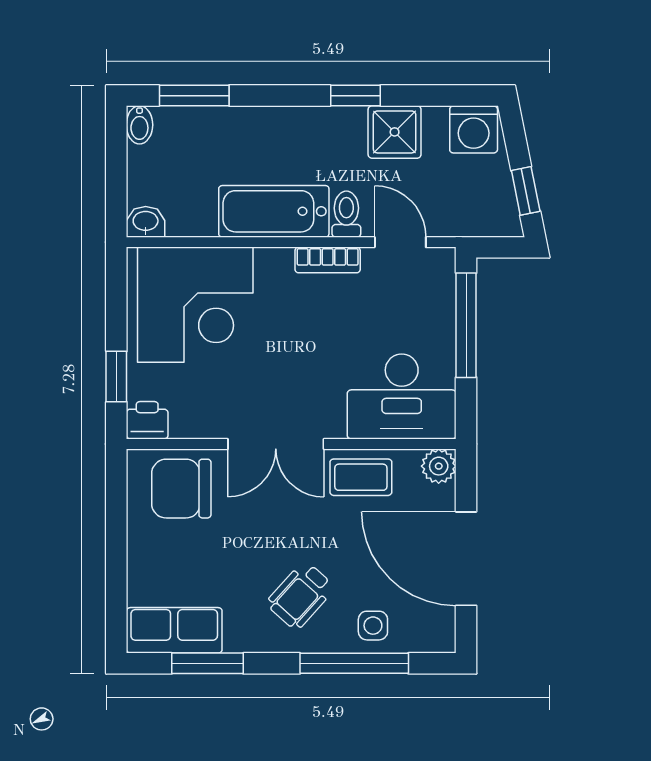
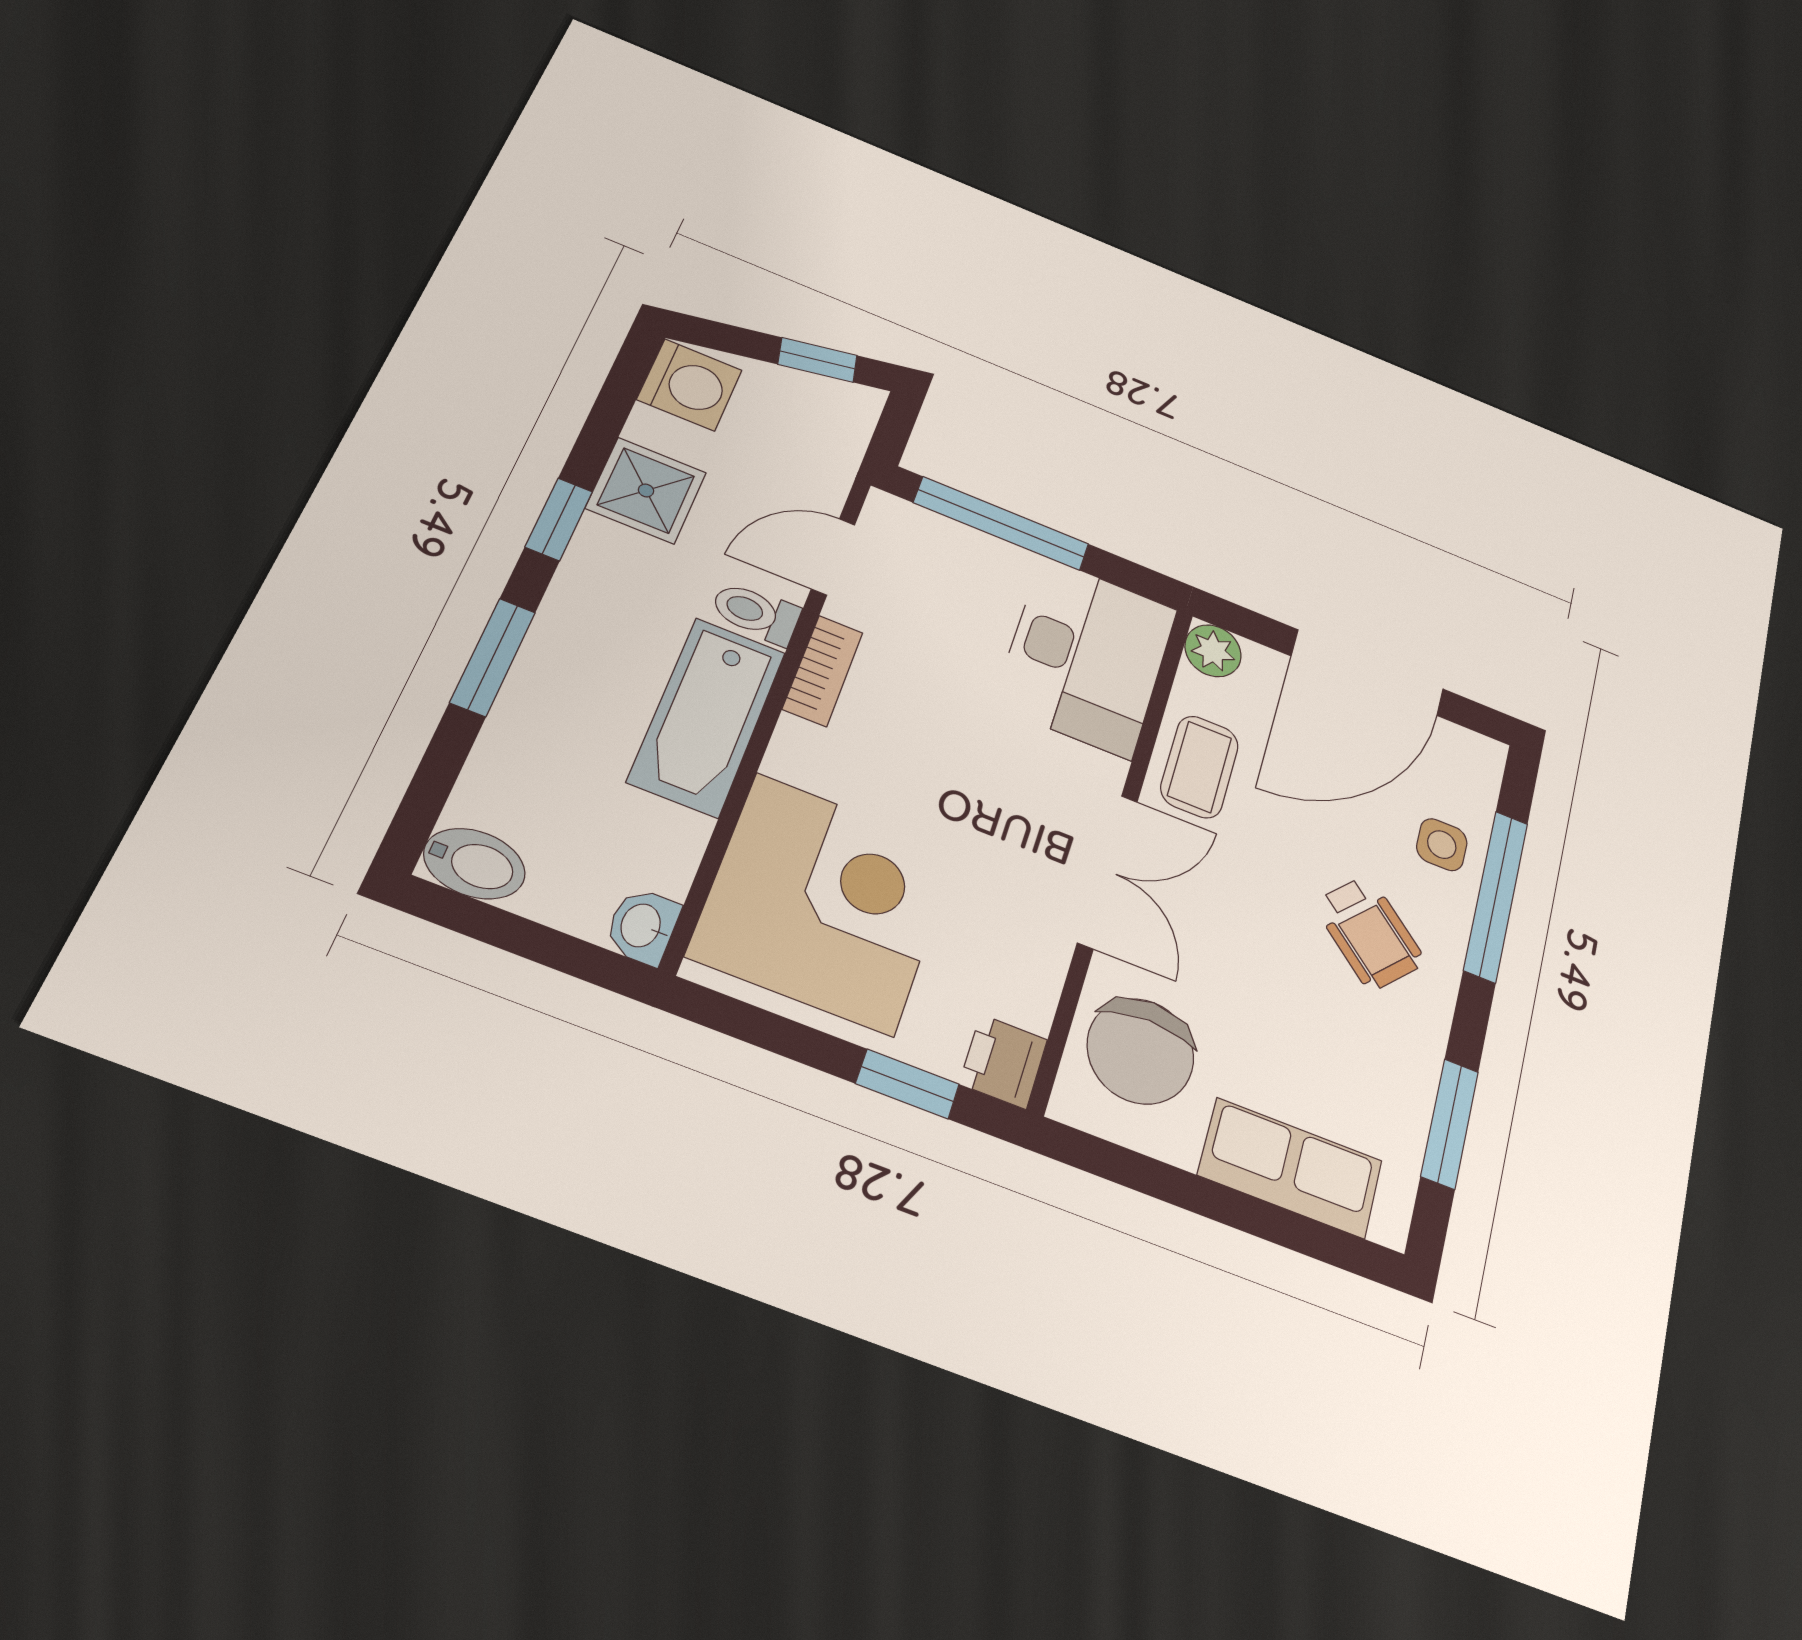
window: (194, 96) -> (493, 657), moved
bidet: (139, 125) -> (474, 864), width x1.38, depth x1.36
row of seats: (174, 630) -> (1290, 1168), moved, turned 90

